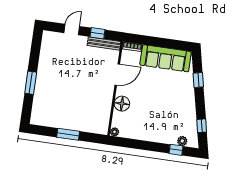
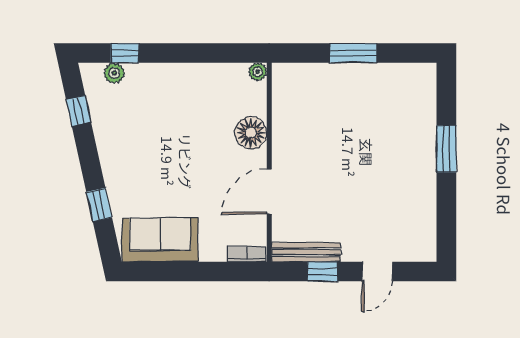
sofa: (166, 58) -> (160, 240), width x0.73

